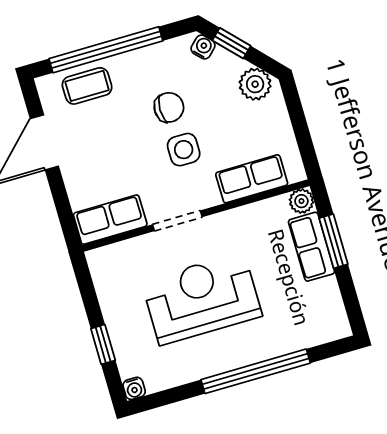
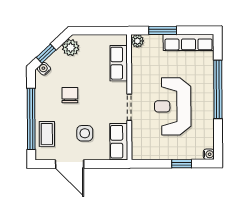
side table: (184, 150) -> (85, 133), moved
row of seats: (311, 247) -> (188, 42), moved, width x1.48

